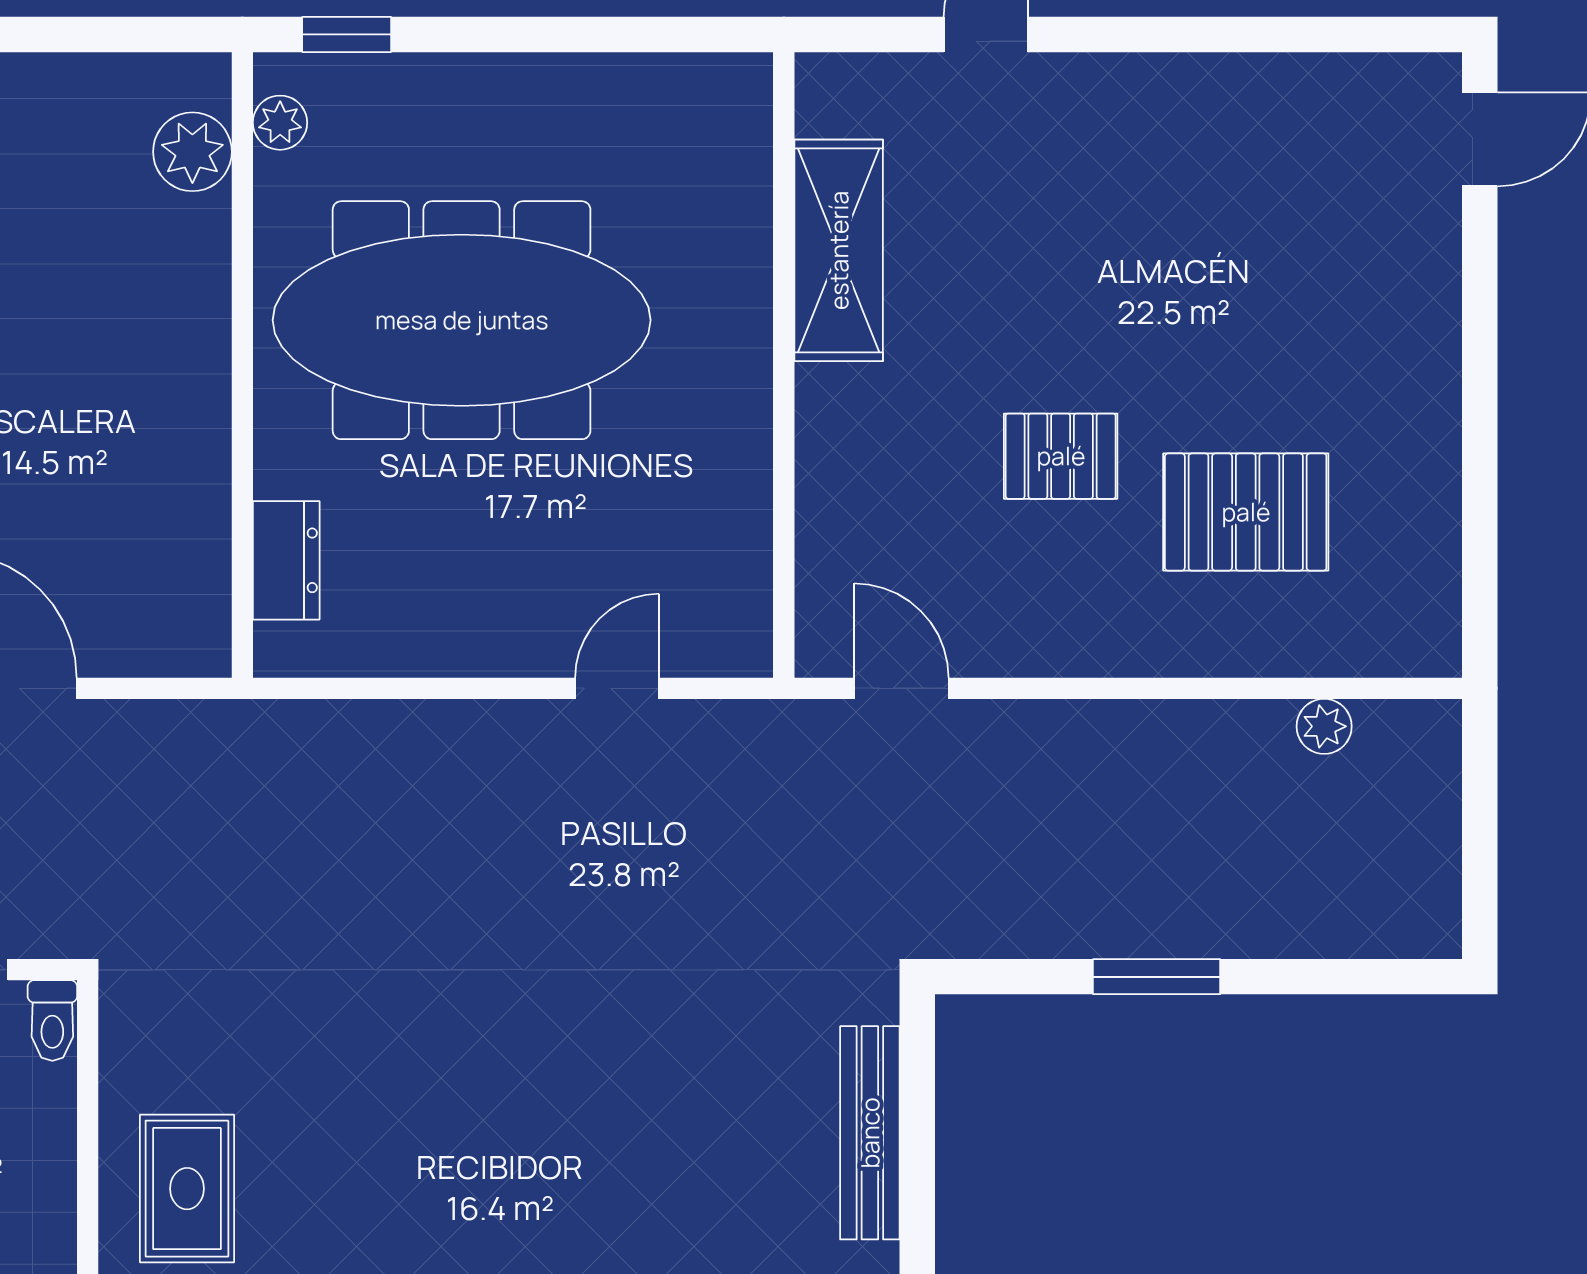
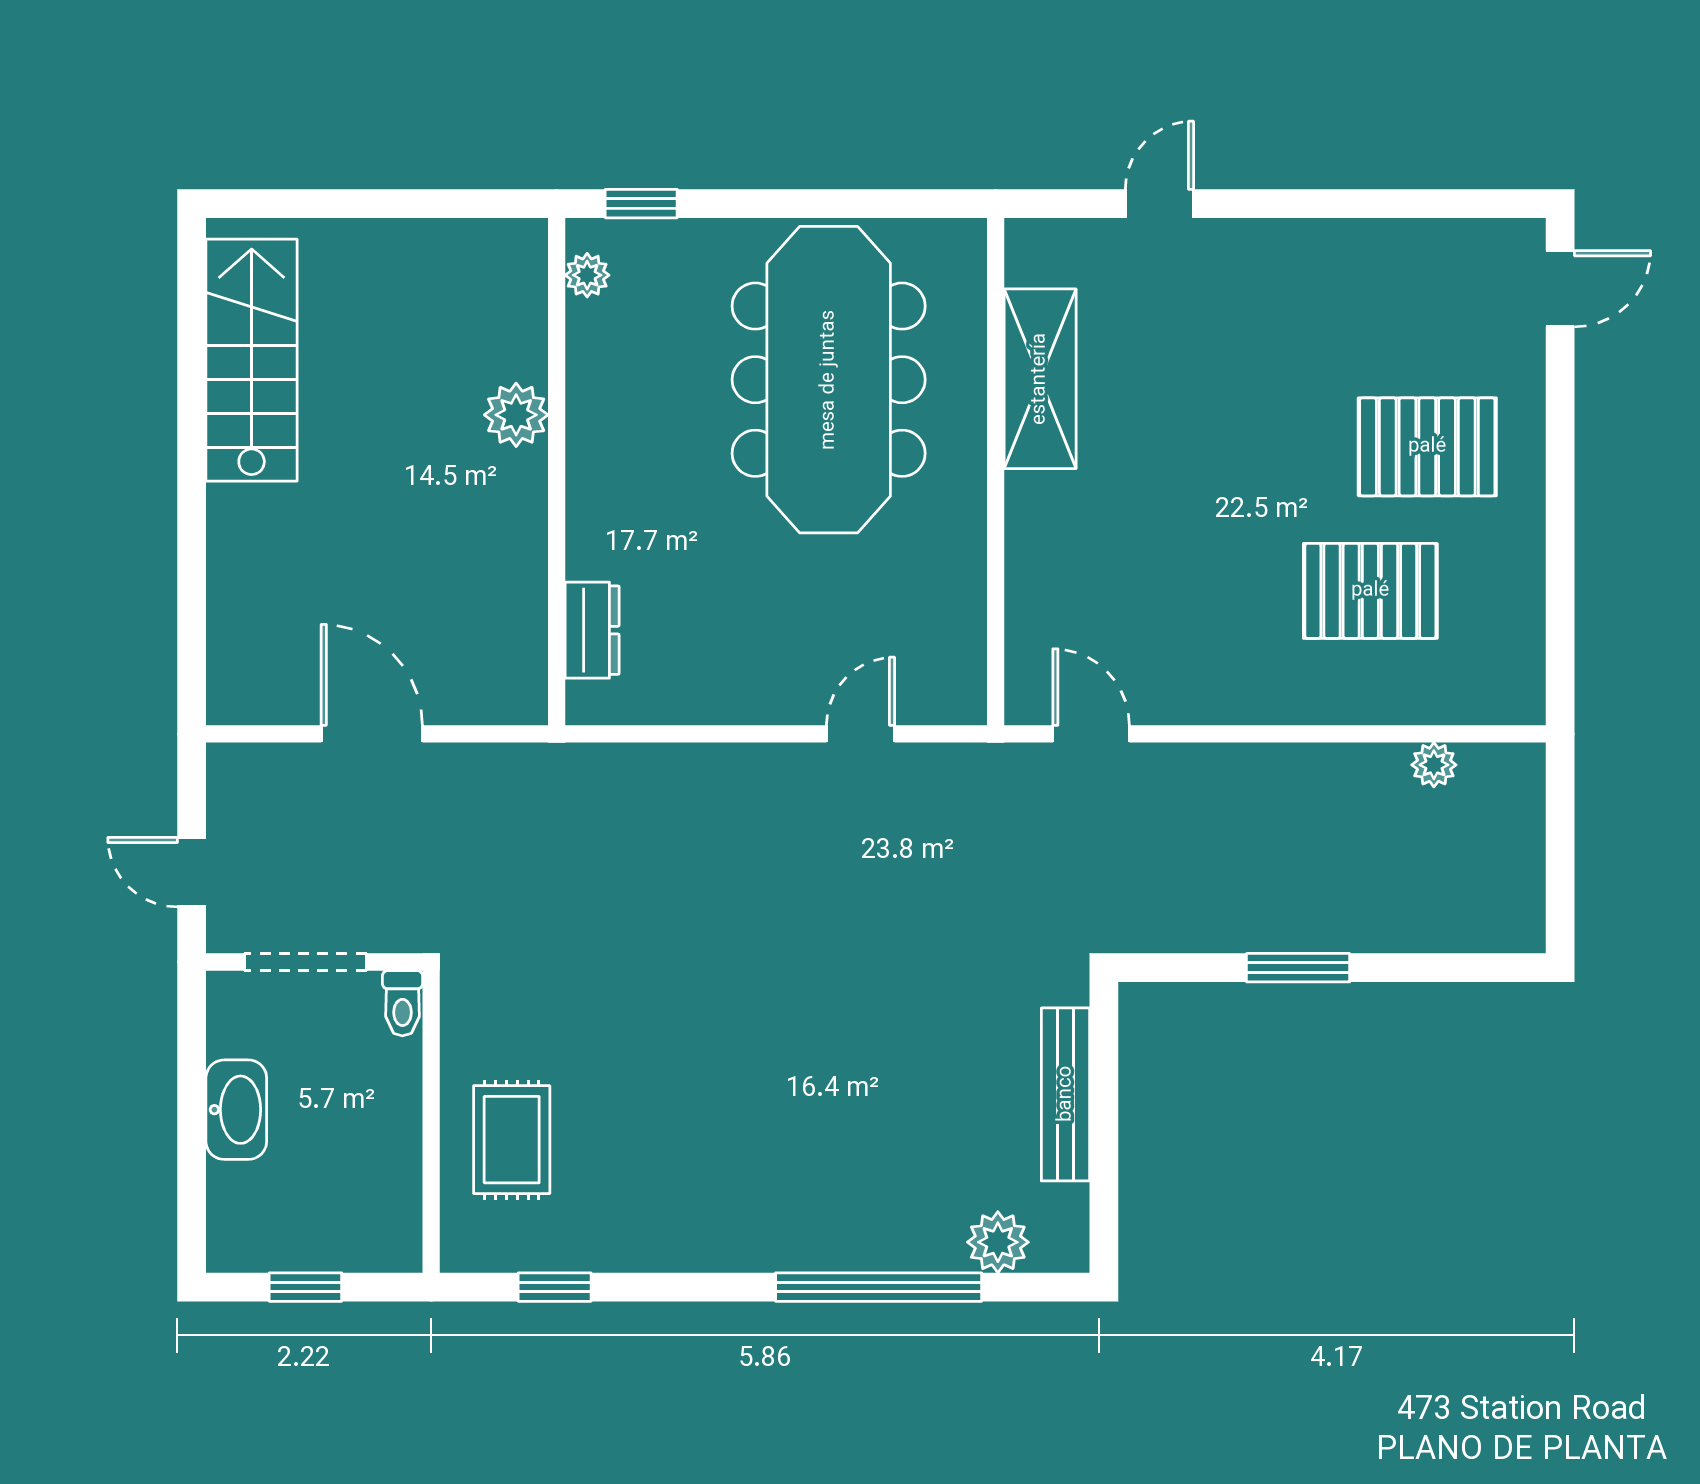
plant: (192, 152) -> (516, 415), moved
meeting table: (462, 320) -> (829, 380), moved, turned 90
pallet: (1061, 456) -> (1427, 447), moved, width x1.50, depth x1.42

